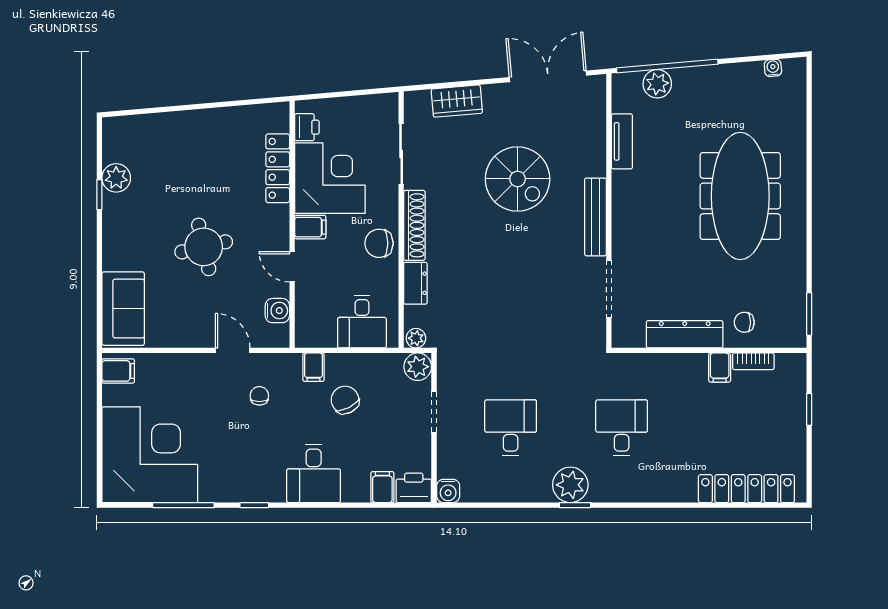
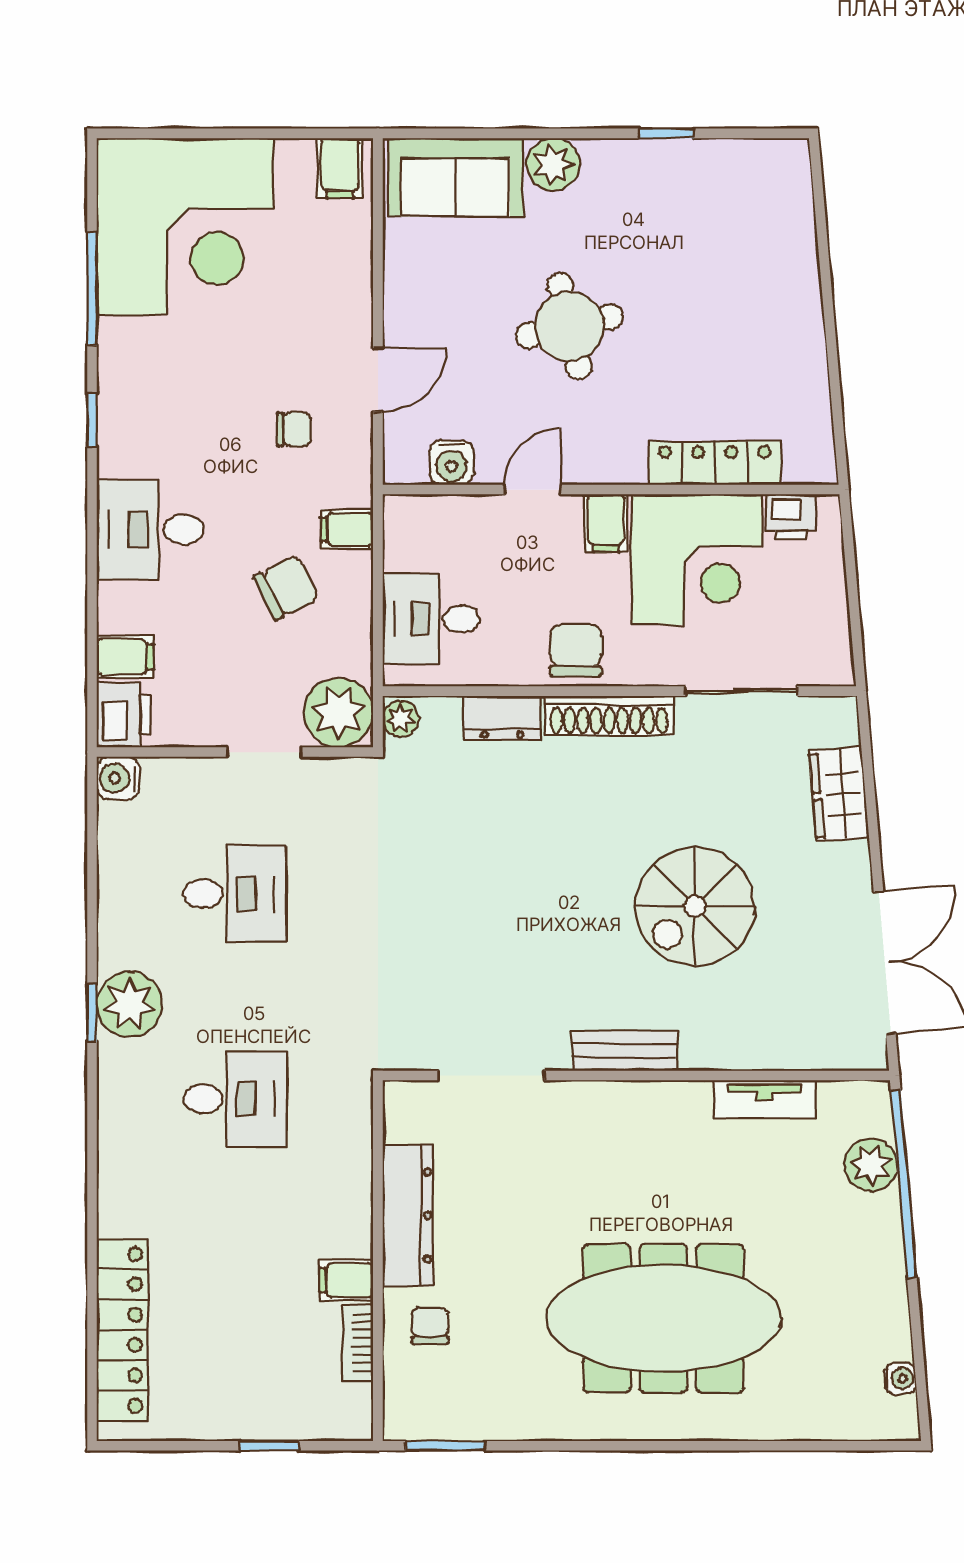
plant: (116, 178) -> (553, 164), moved
bench: (595, 217) -> (625, 1051), width x0.73
plant: (418, 367) -> (339, 713), width x1.36, depth x1.36

